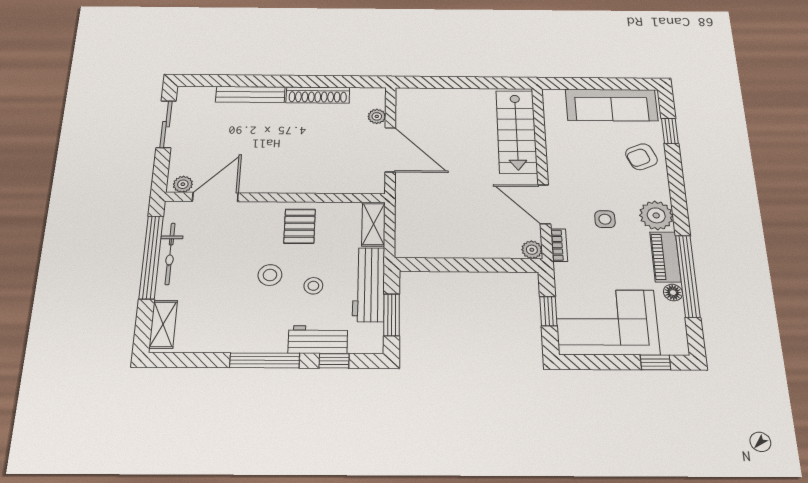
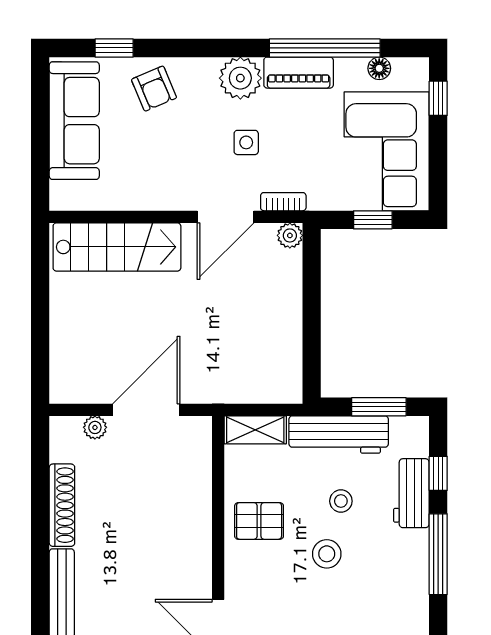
floor lamp: (673, 293) -> (379, 68), moved

